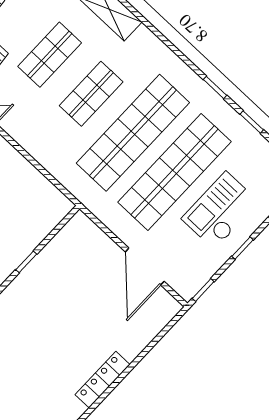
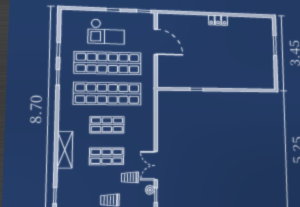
door: (145, 267) -> (156, 42), hinge flipped
locker: (103, 380) -> (218, 20), width x0.66

